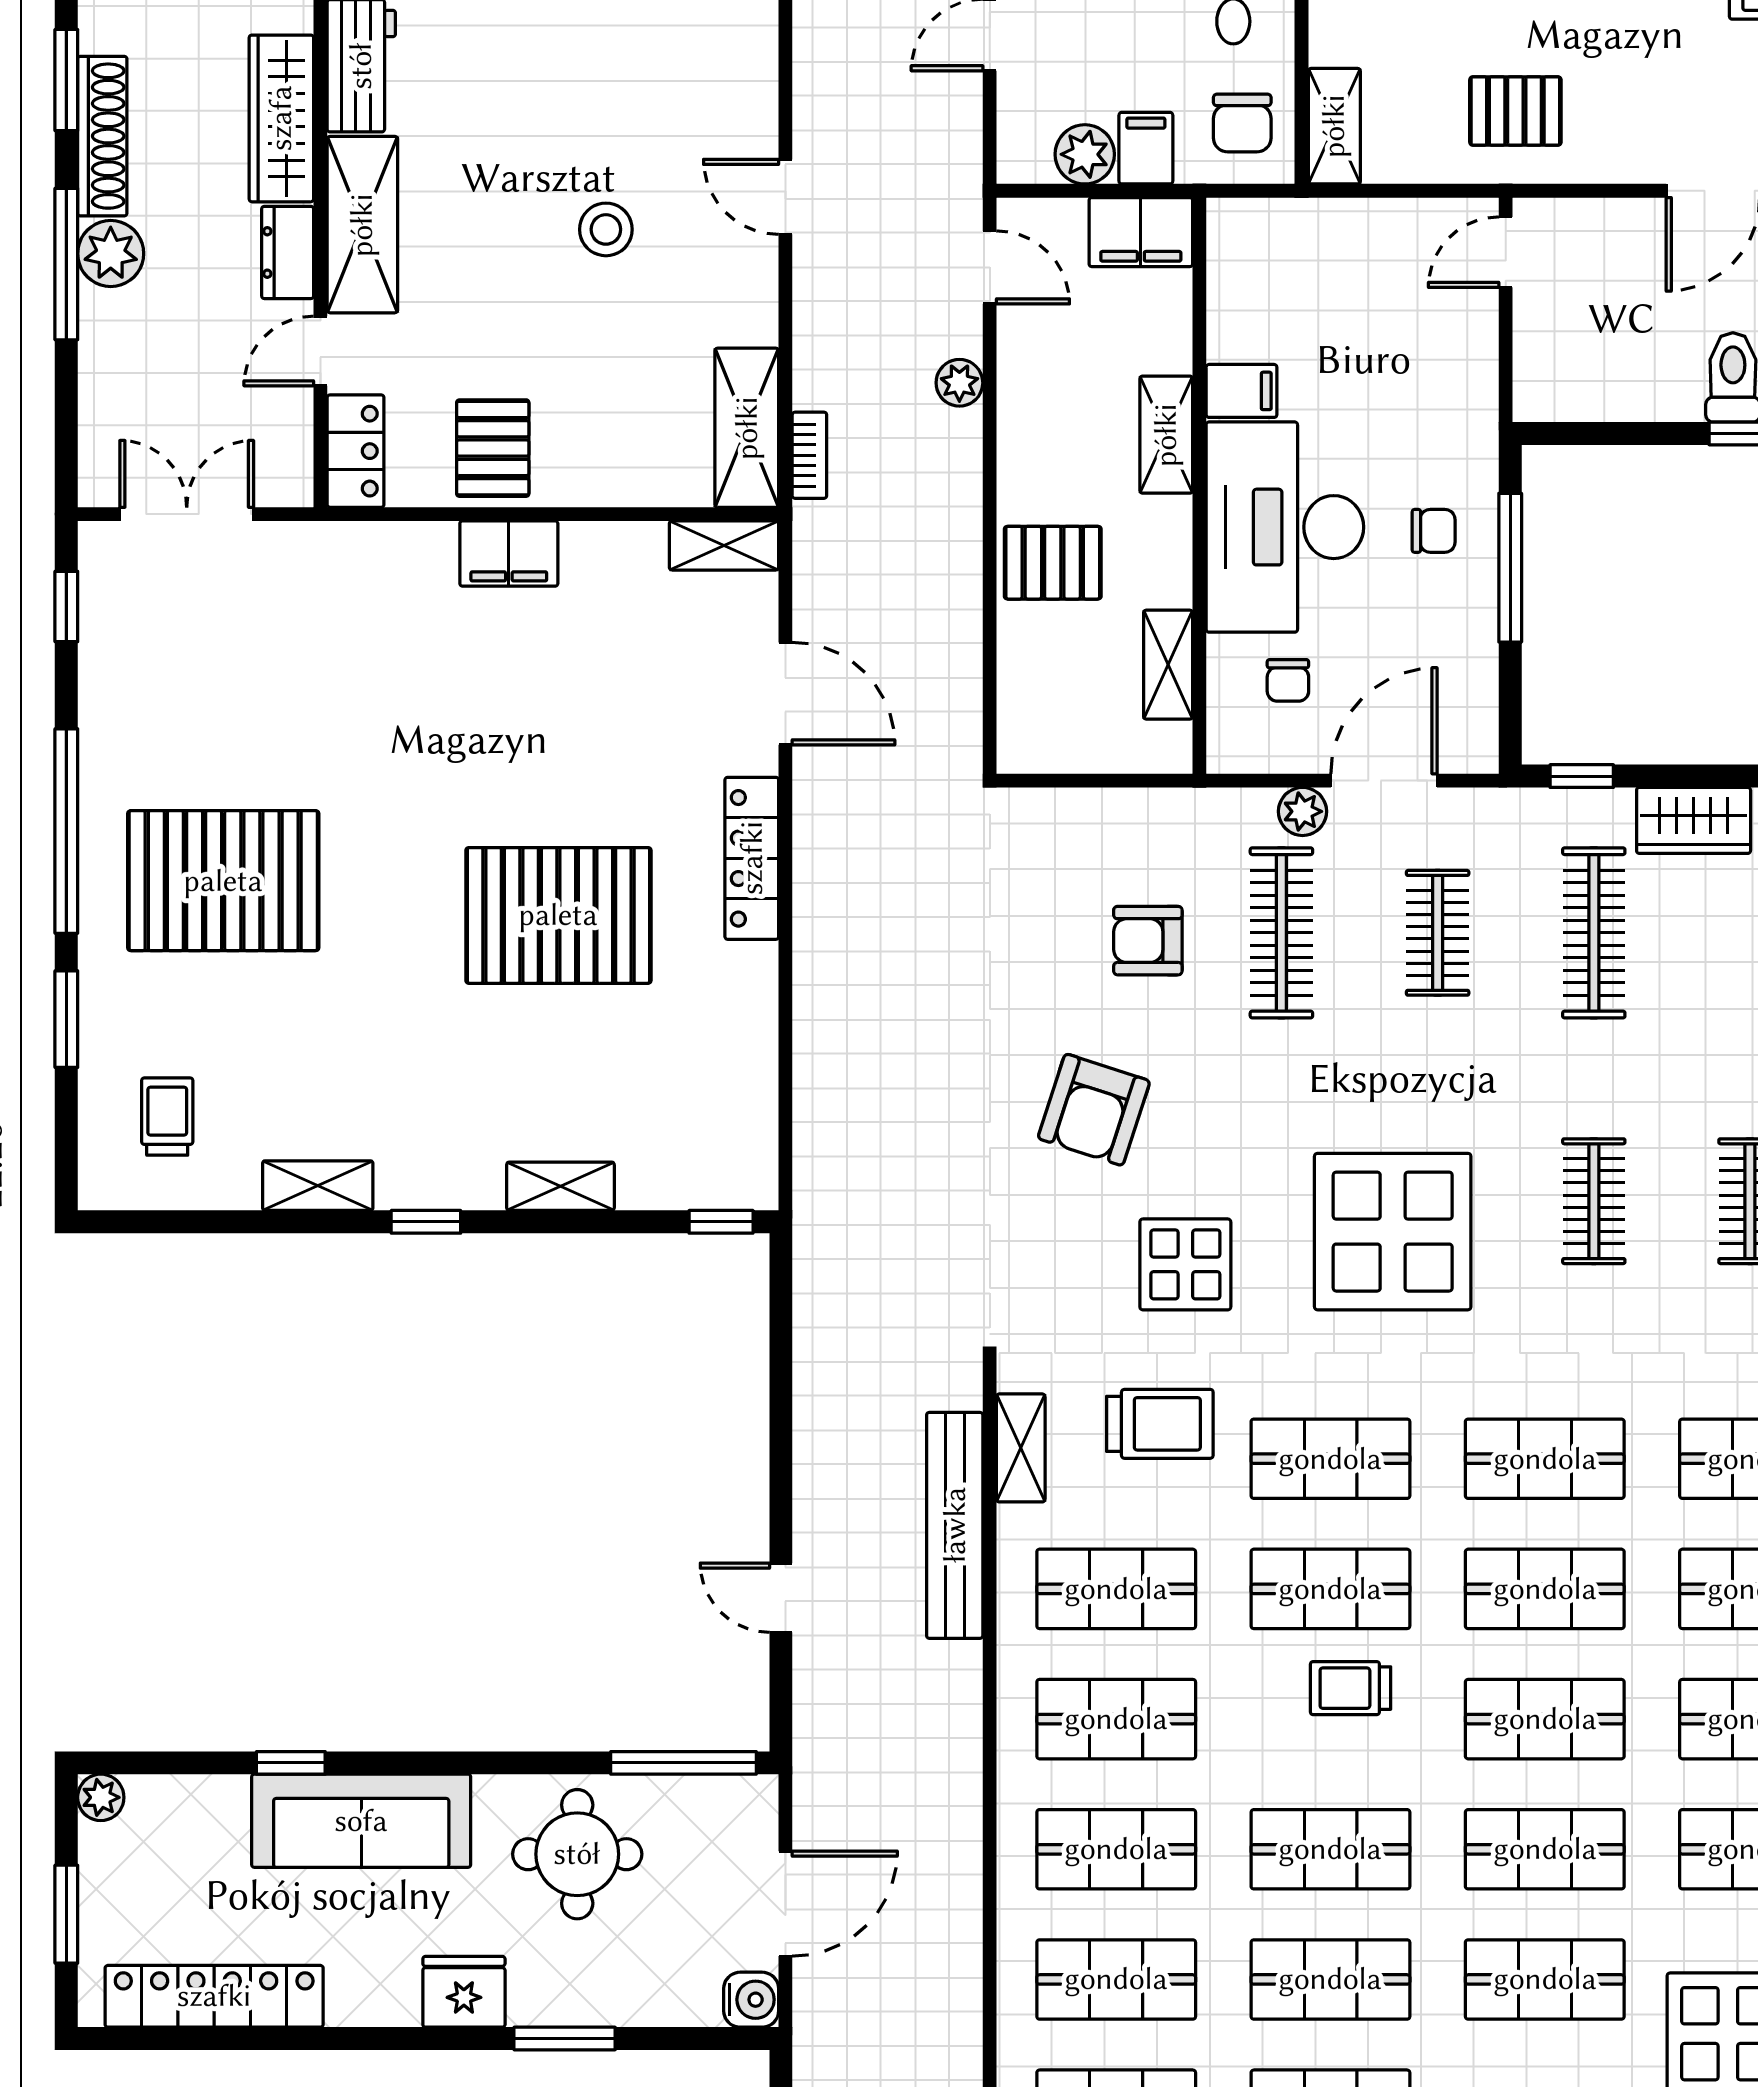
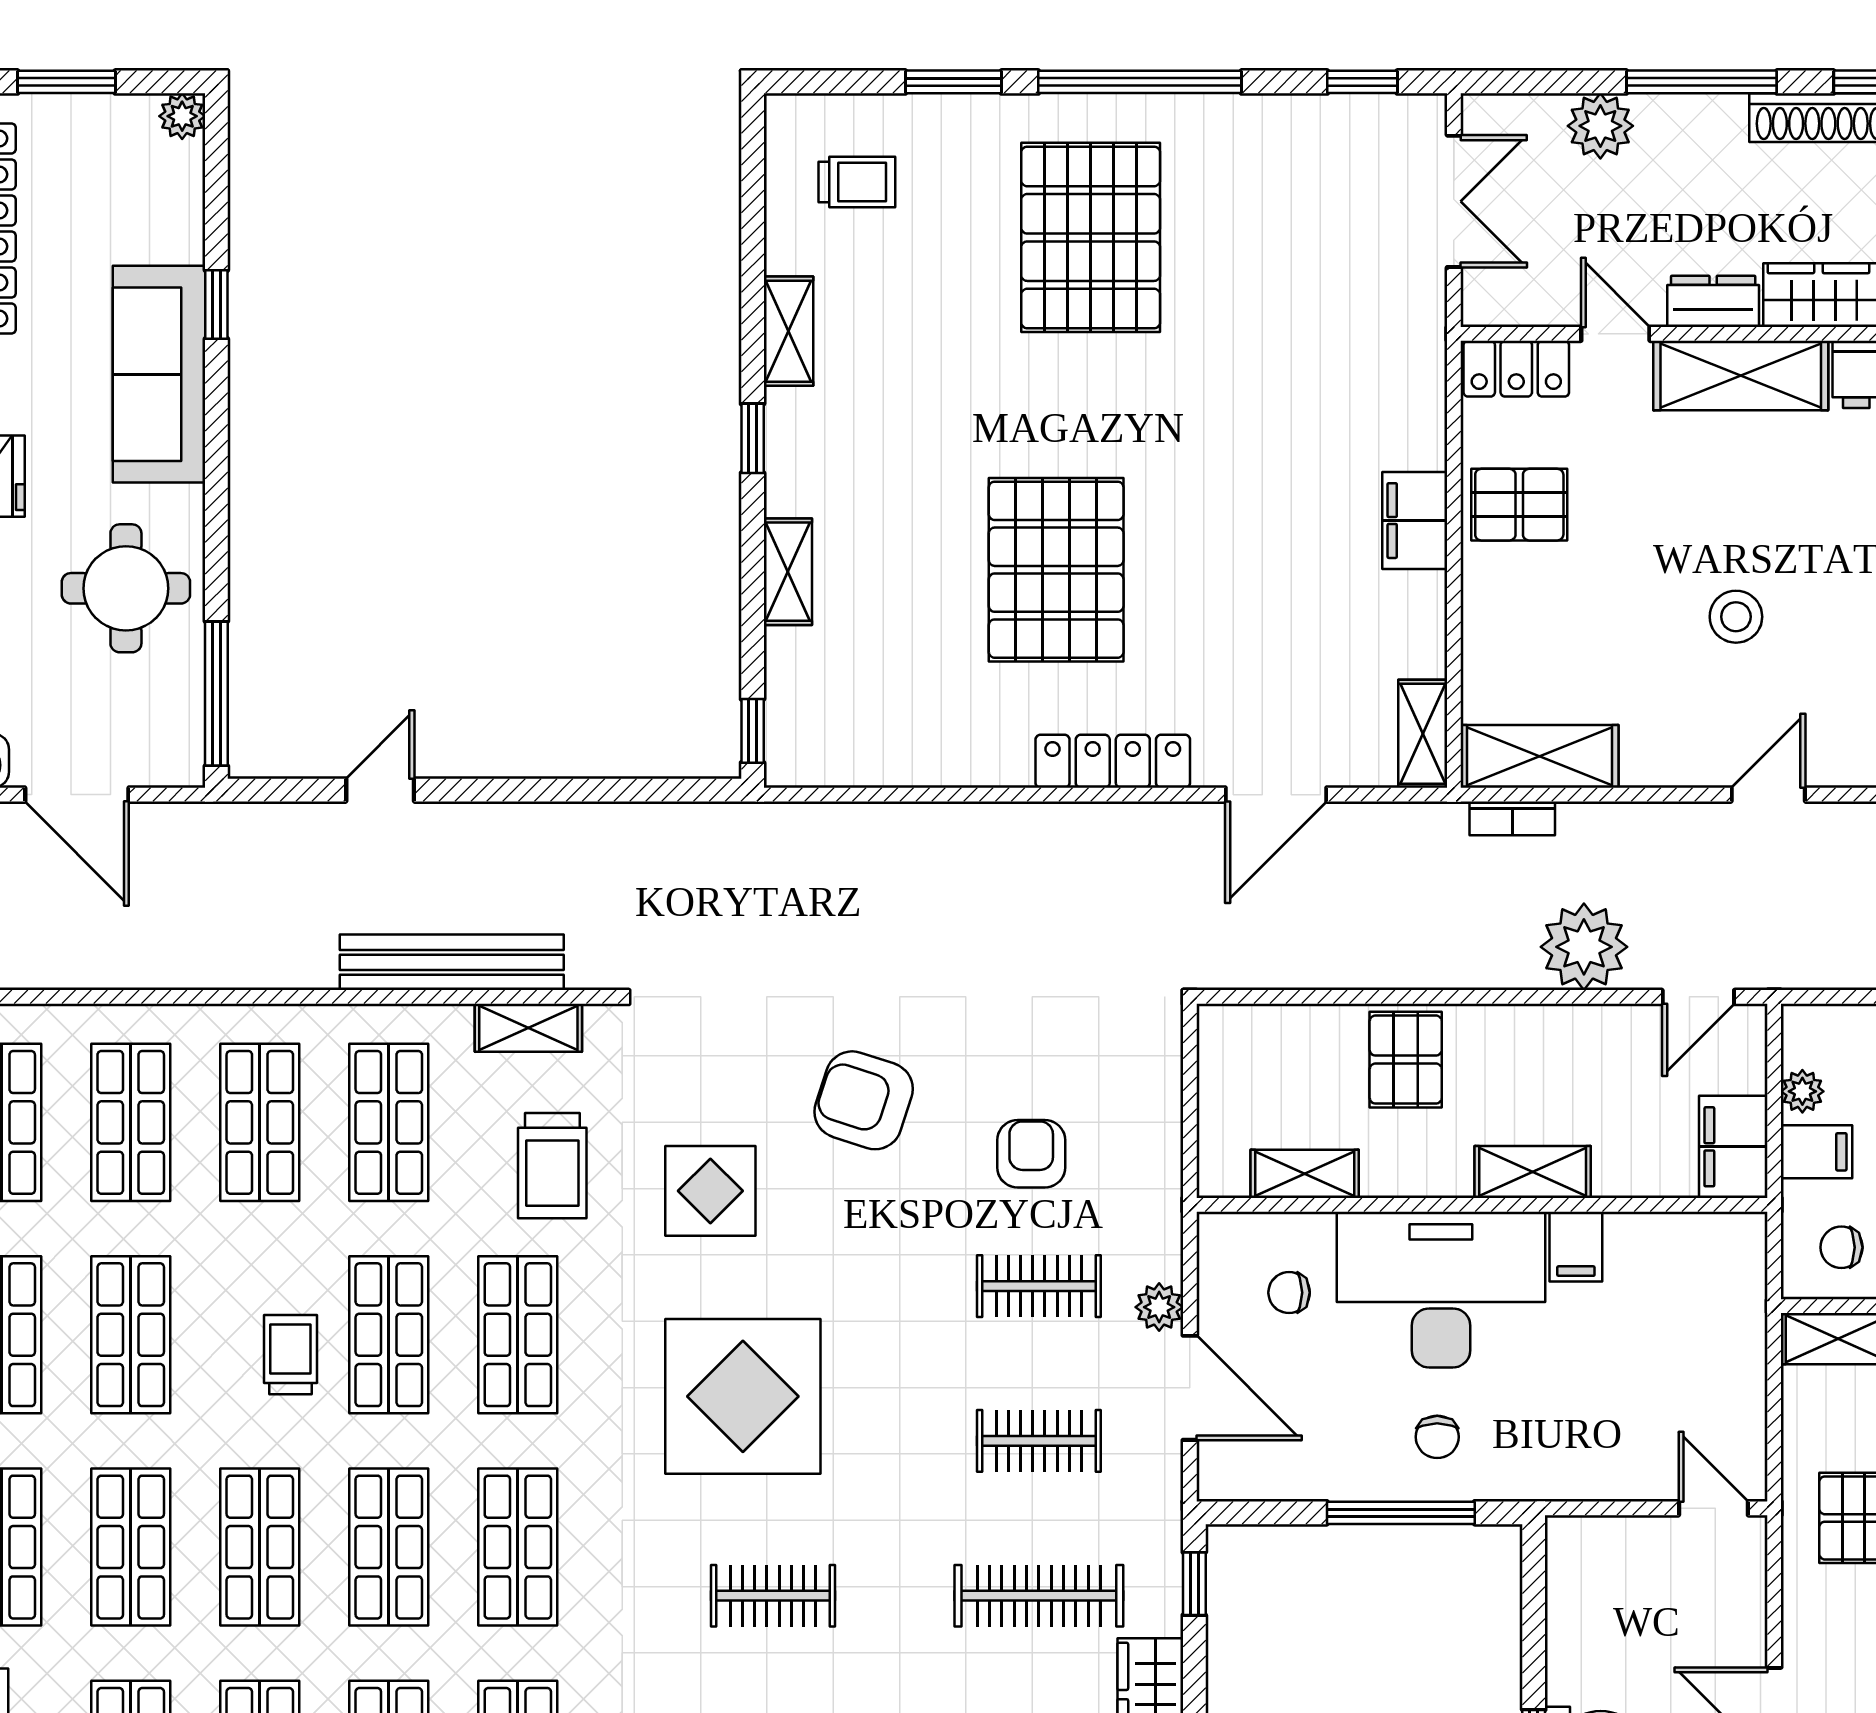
chair: (1242, 123) -> (1841, 1247), width x0.73, depth x0.73
plant: (1085, 154) -> (1802, 1091), width x0.73, depth x0.73
plant: (111, 254) -> (1600, 126), moved
plant: (959, 383) -> (1584, 947), width x1.88, depth x1.88
clothes rail: (1281, 933) -> (1039, 1286), width x0.73

